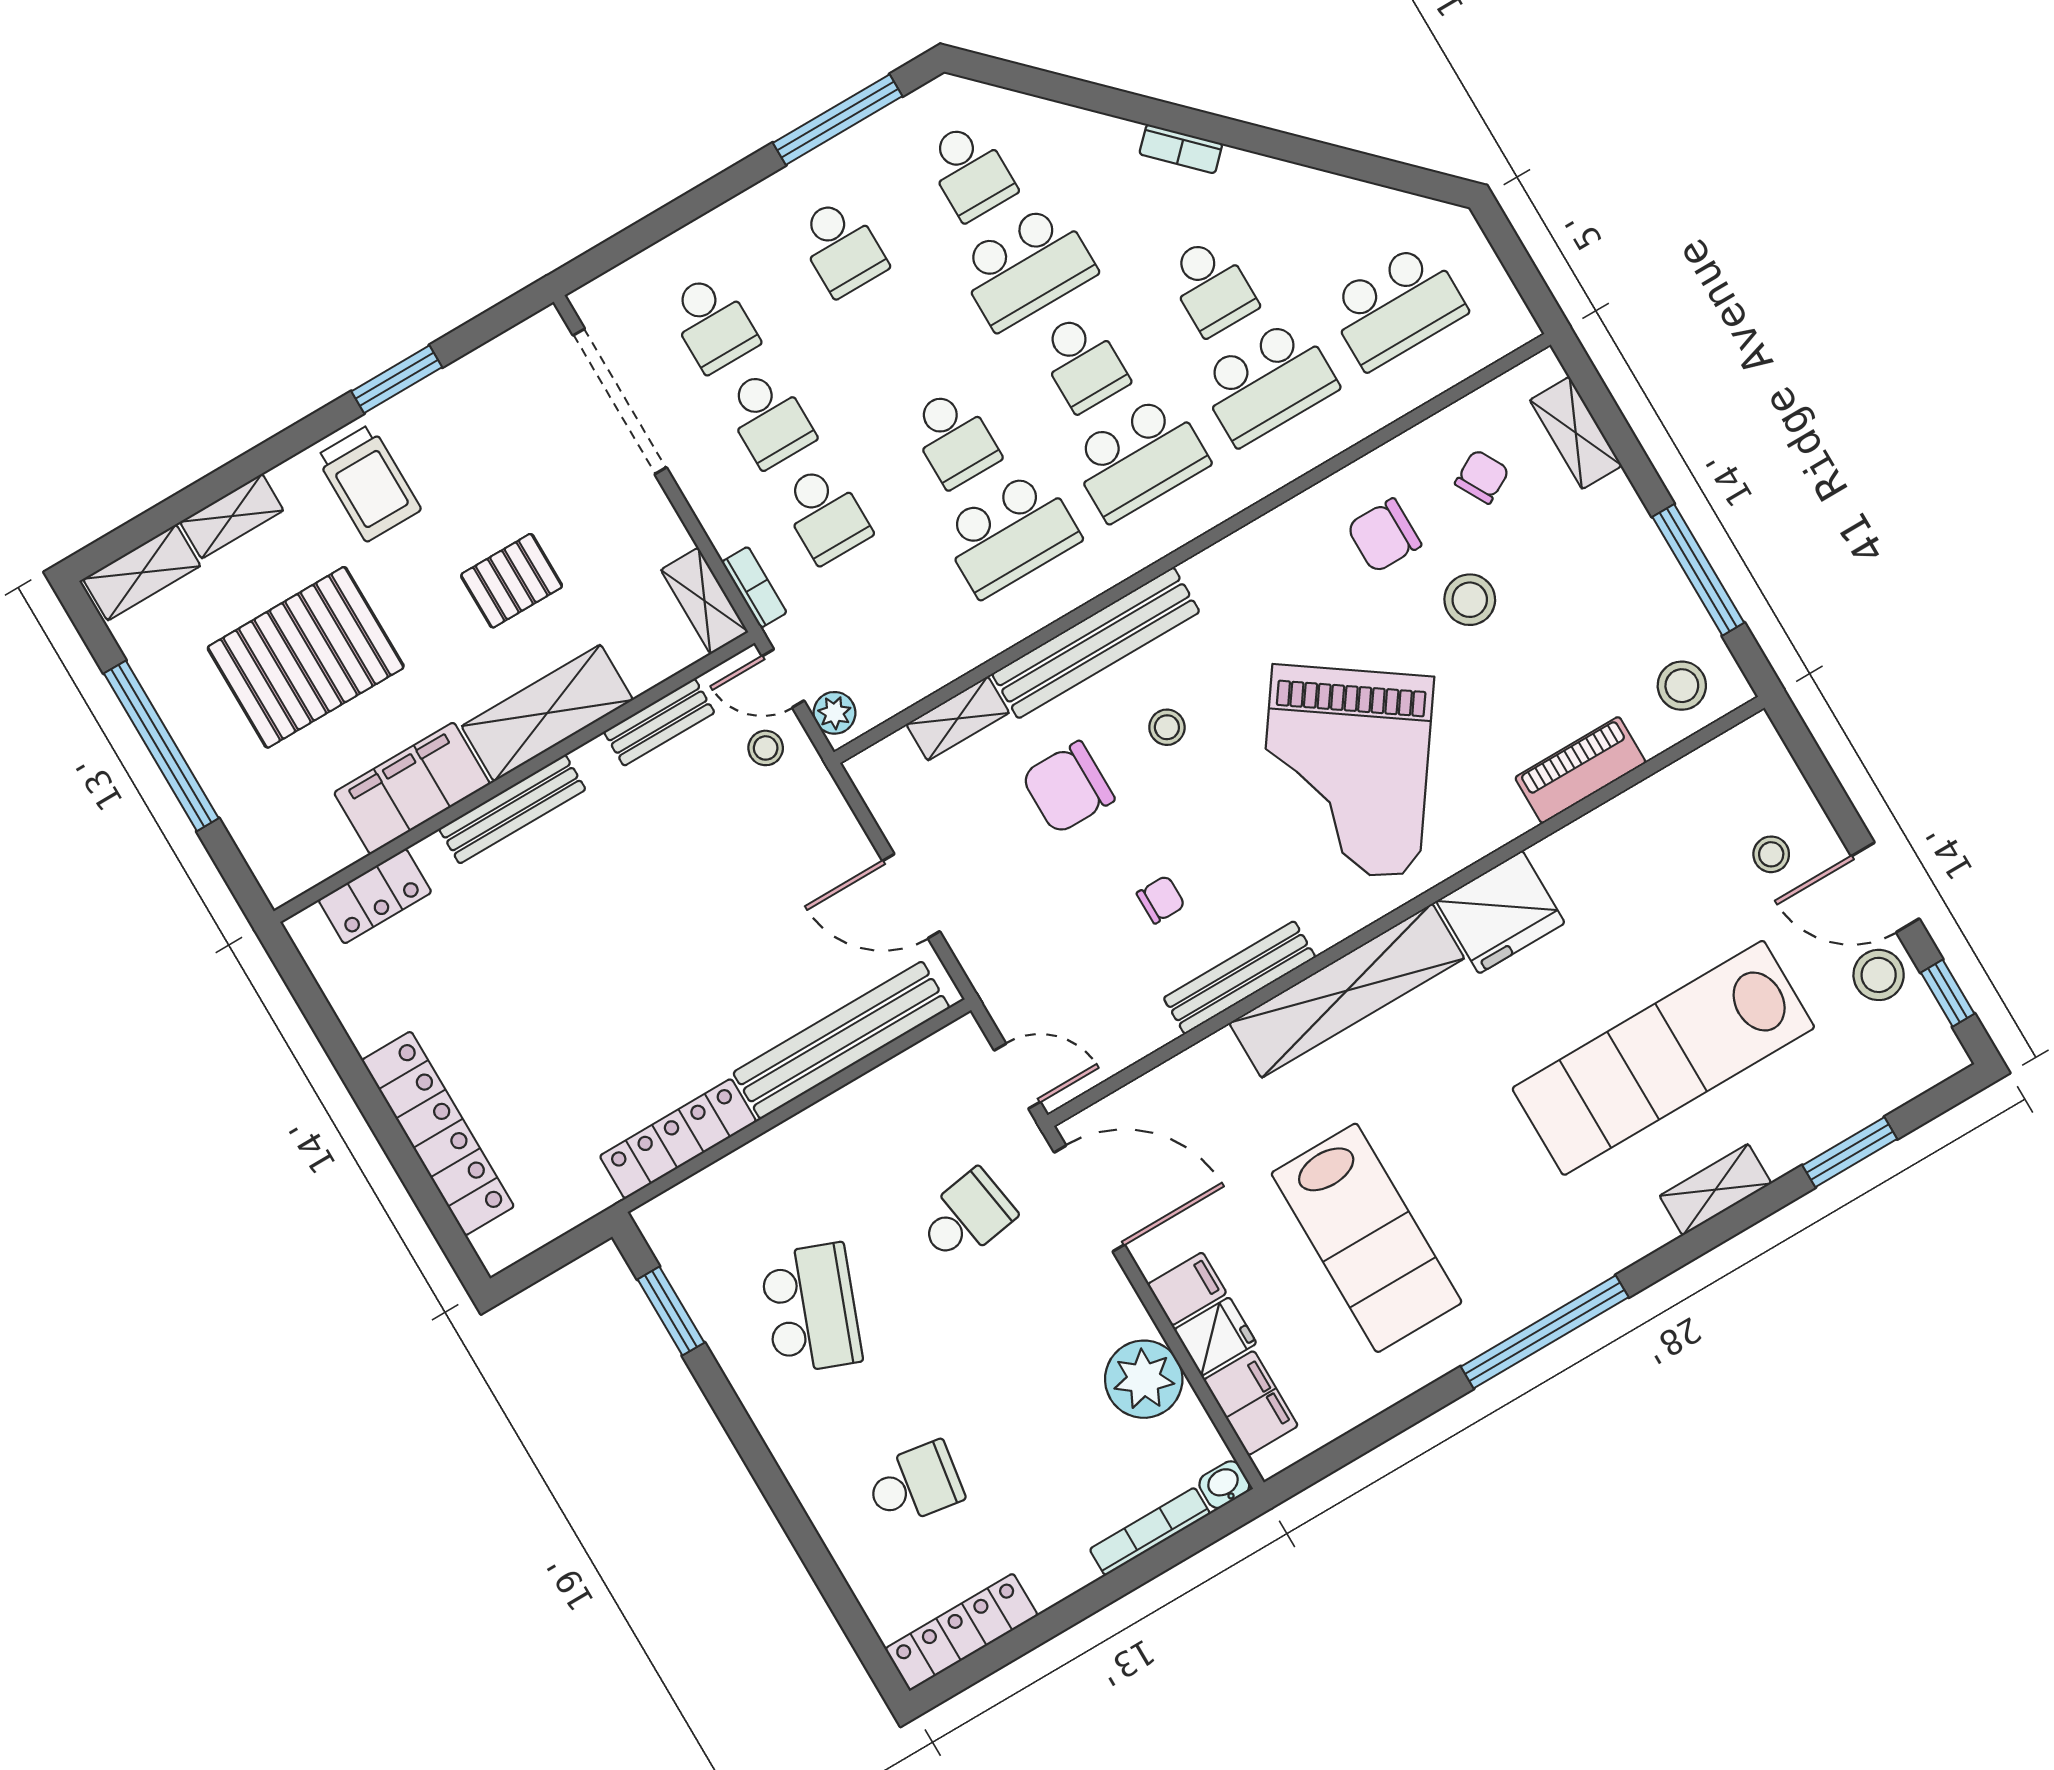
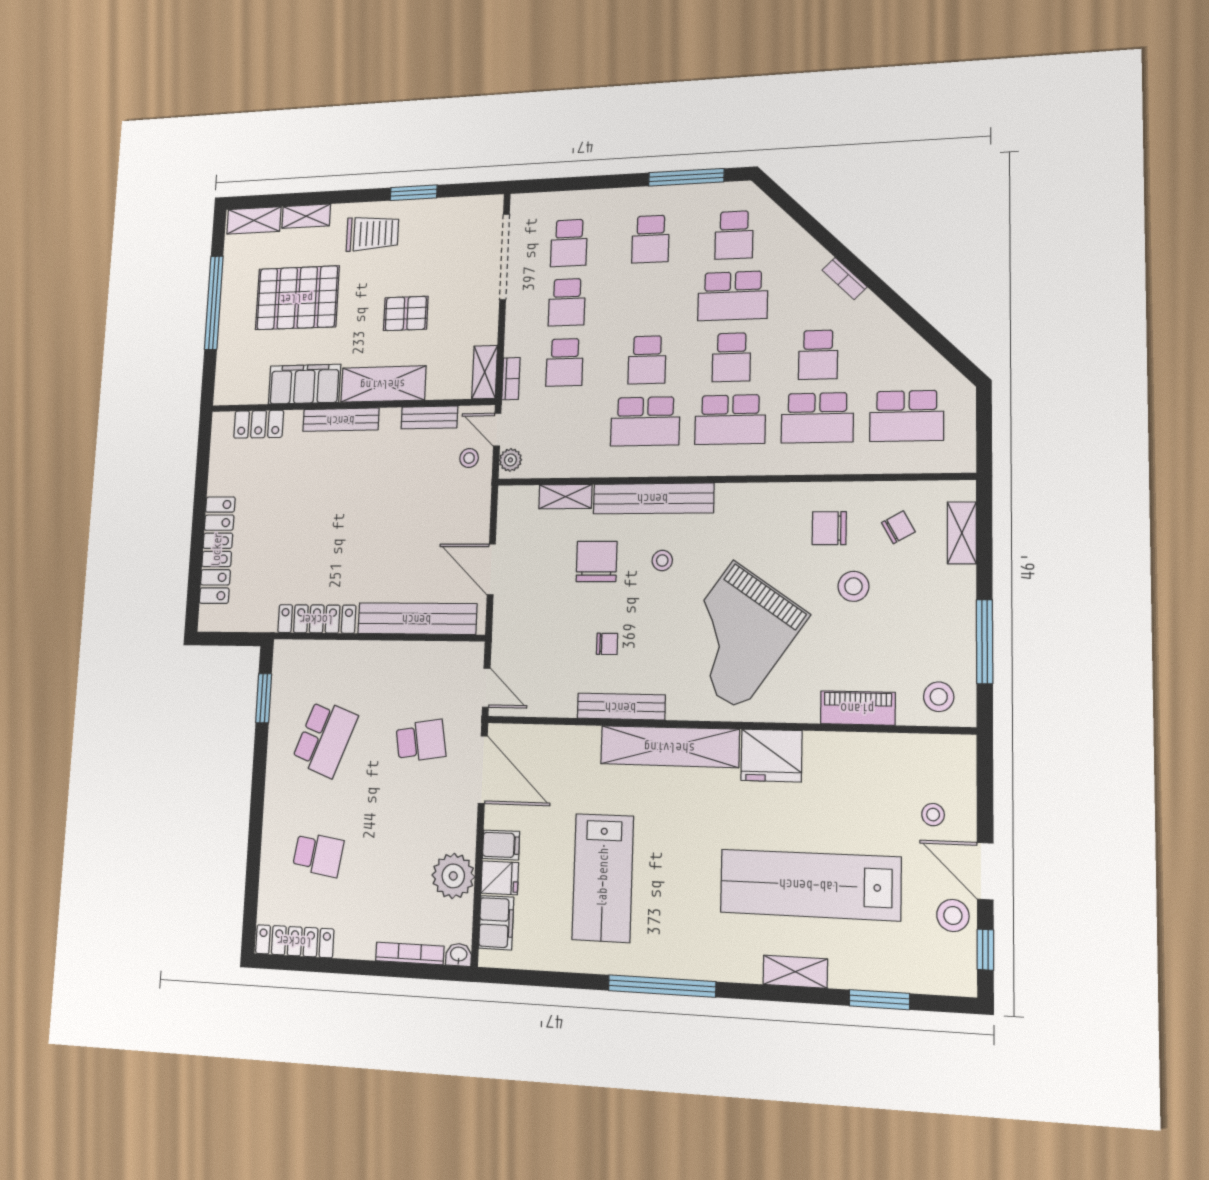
trolley: (368, 483) -> (372, 233), turned -90
chair: (1068, 787) -> (597, 561), turned 90

